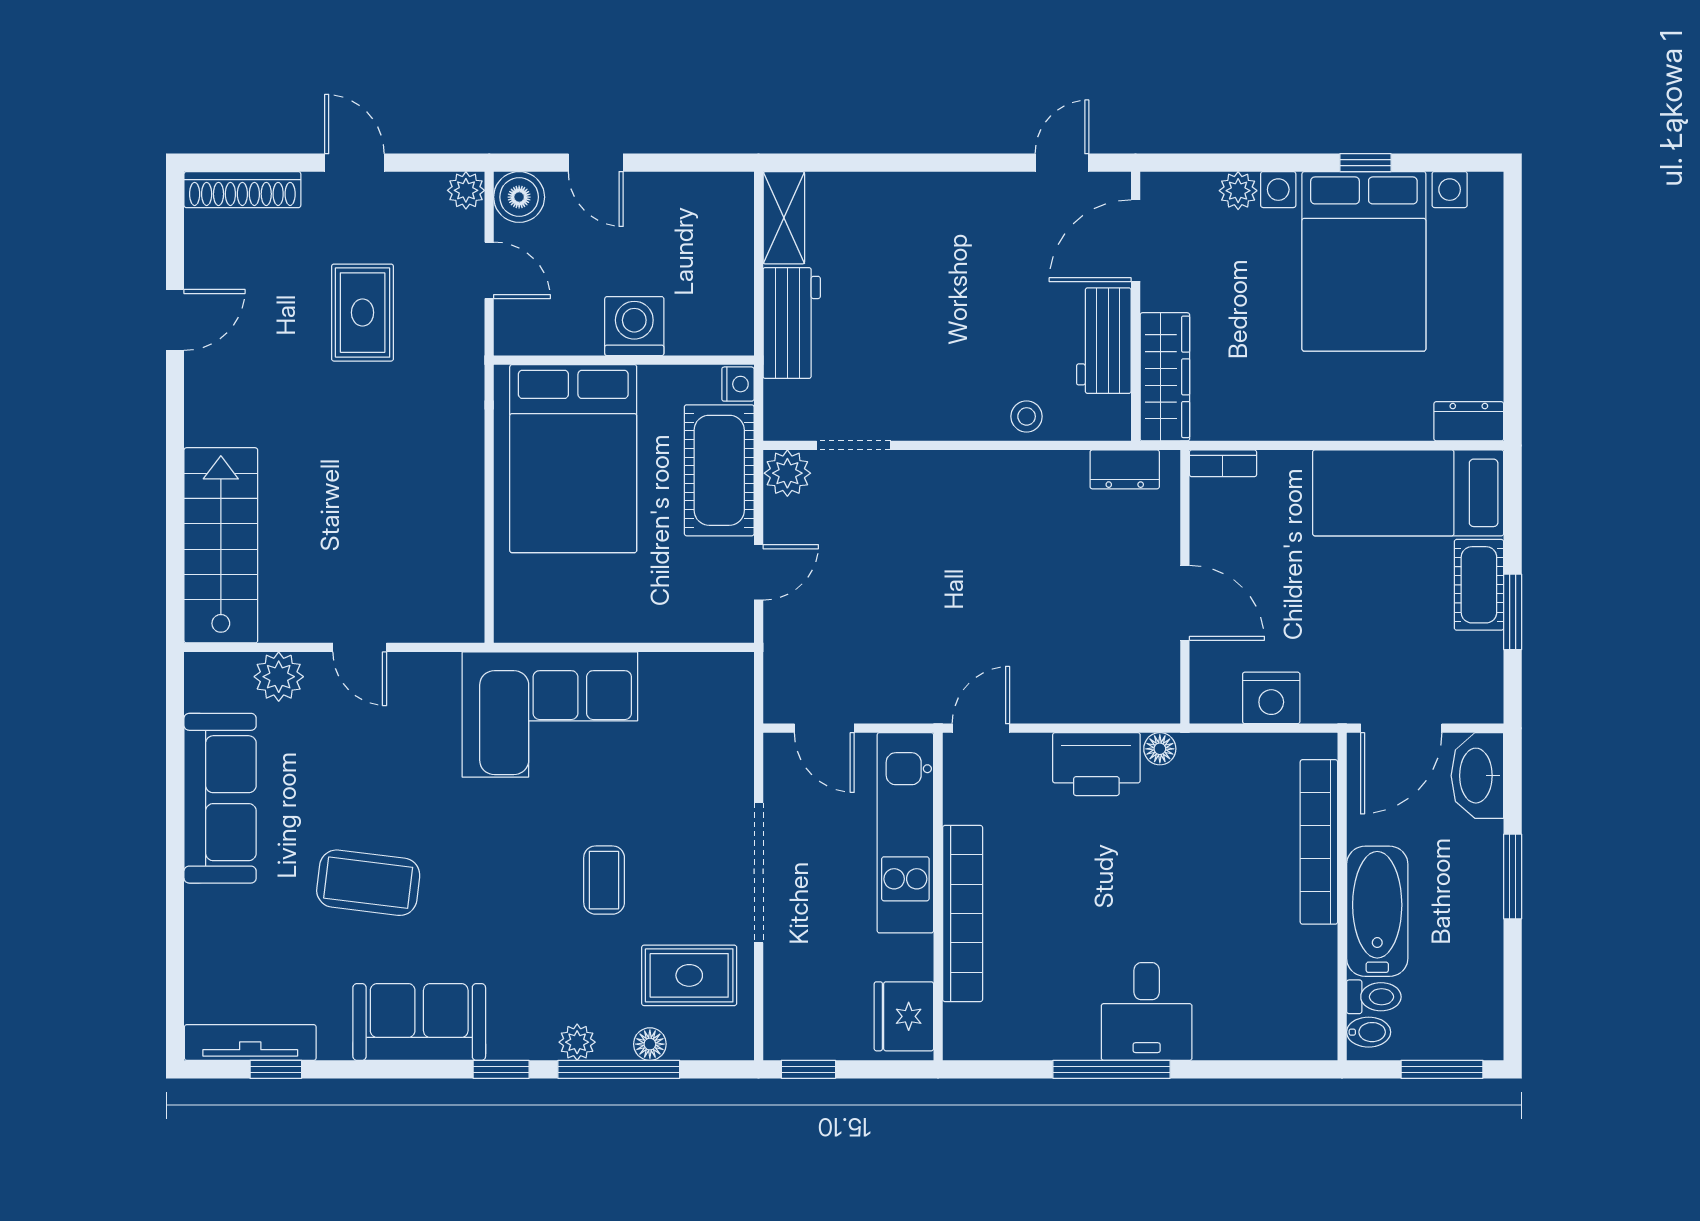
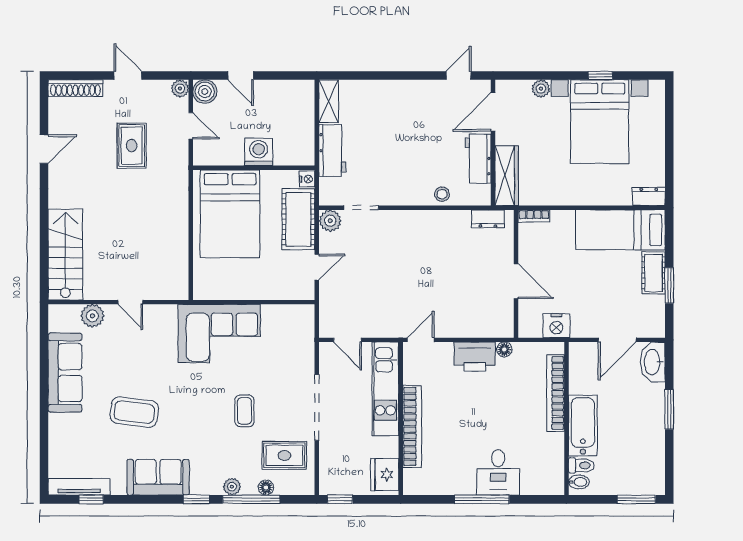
bookcase: (1319, 842) -> (556, 393), moved
wall: (1342, 897) -> (566, 419), moved
bathtub: (1377, 911) -> (583, 425), moved
toilet: (1374, 997) -> (581, 465), moved
bidet: (1369, 1032) -> (579, 482), moved

